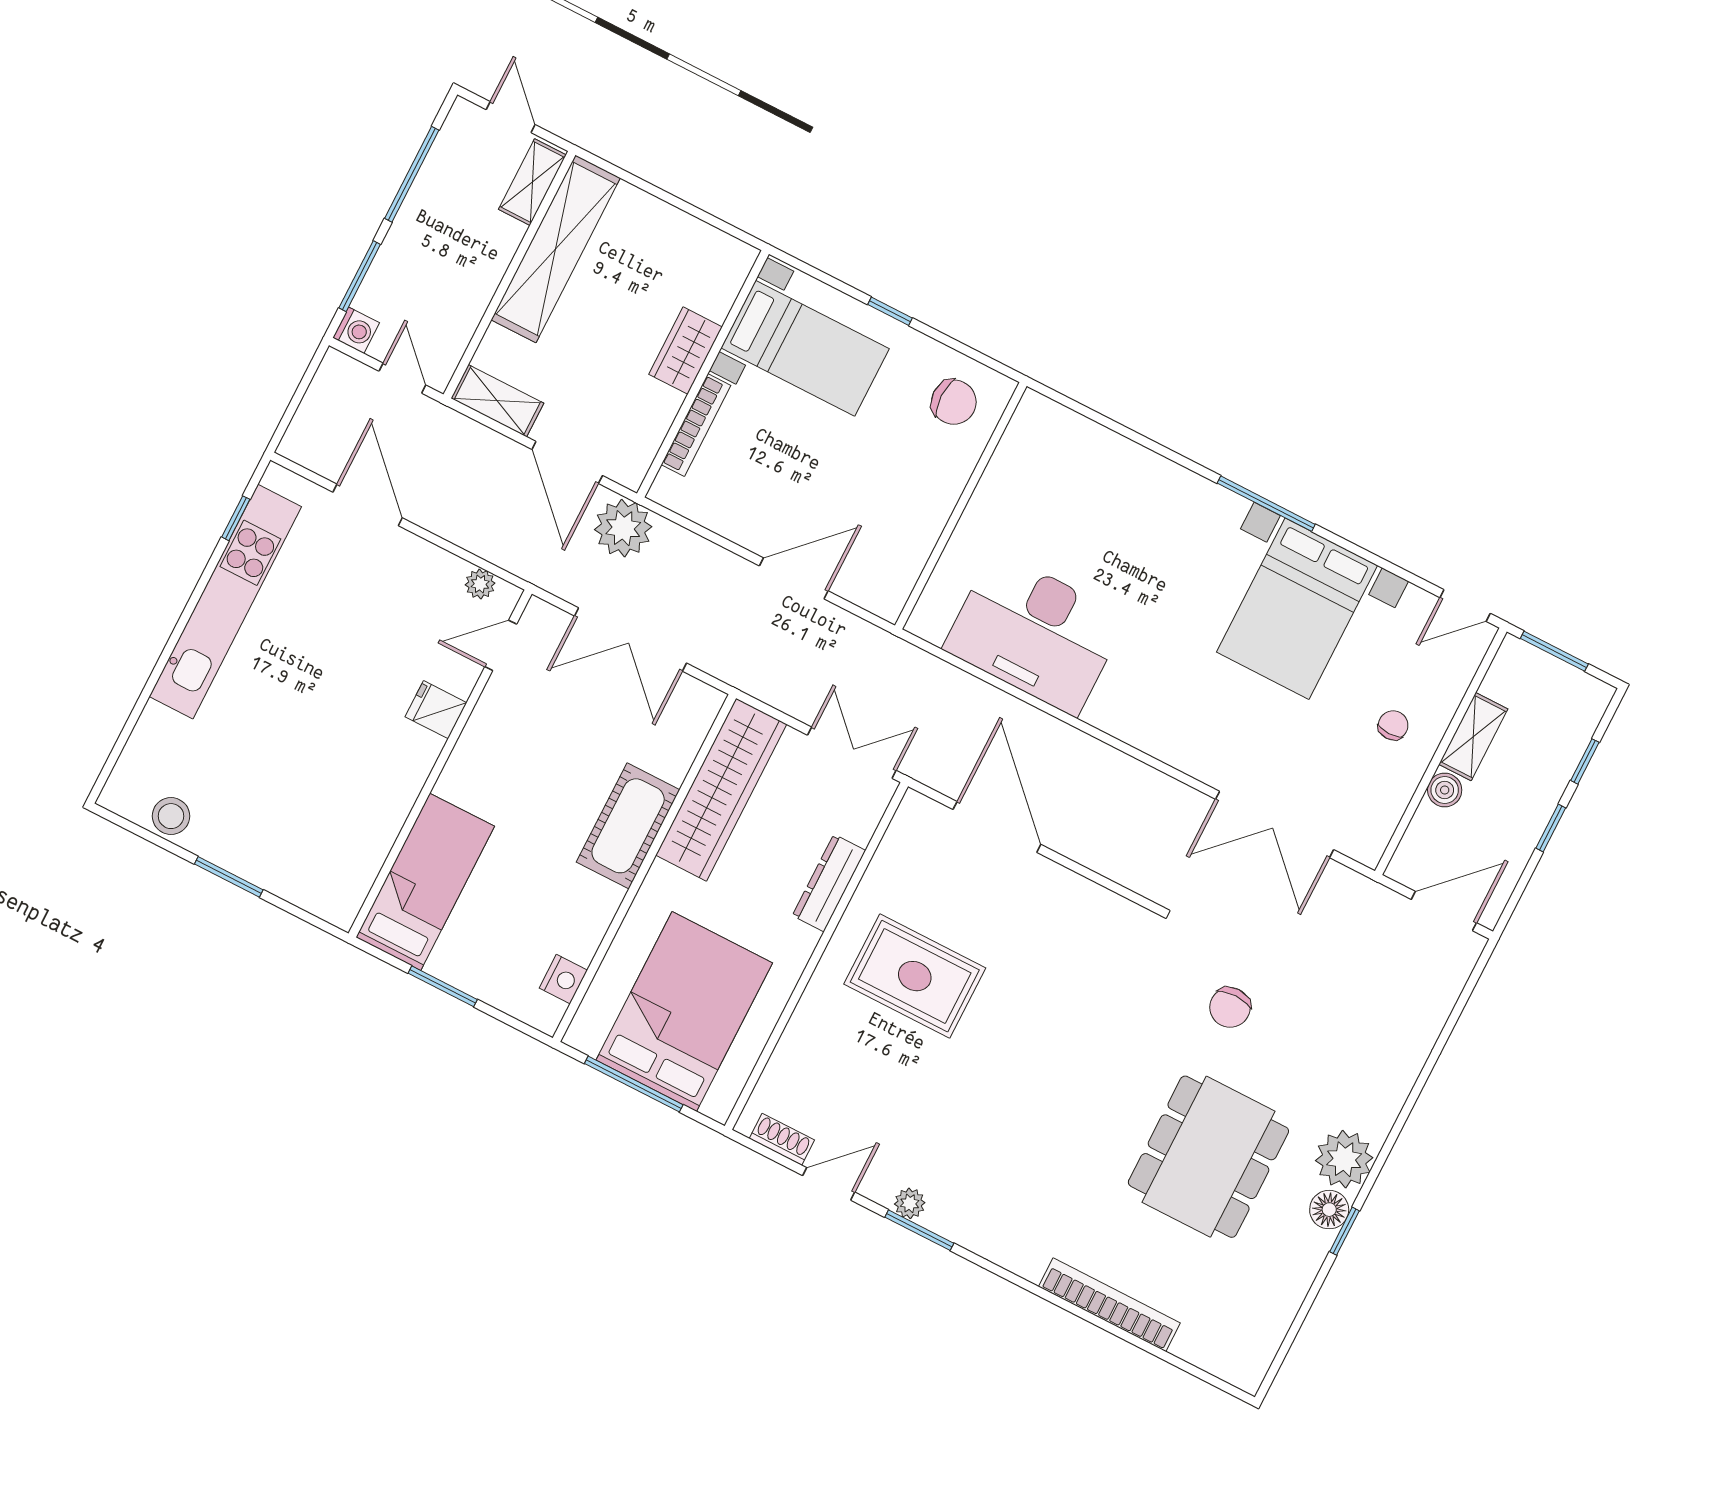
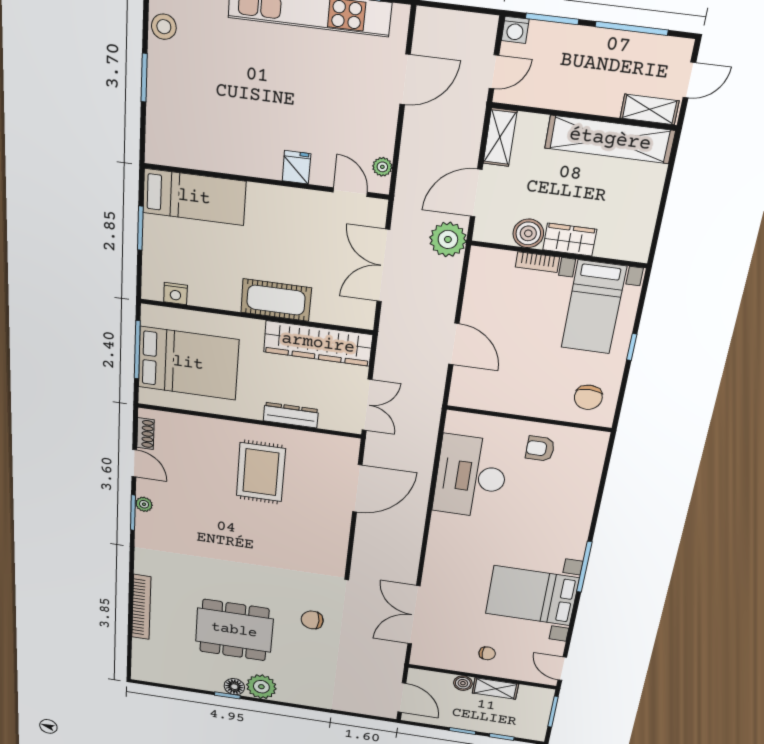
boiler: (655, 407) -> (528, 233), added
bookcase: (696, 425) -> (537, 262), width x0.64
armchair: (1020, 505) -> (540, 449), added

